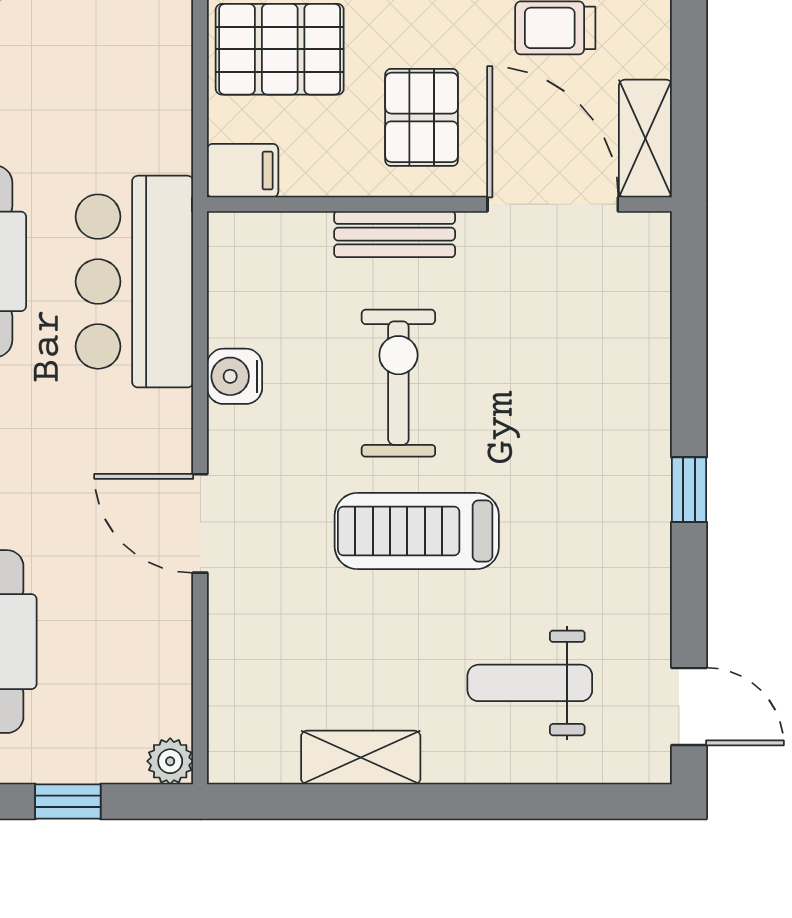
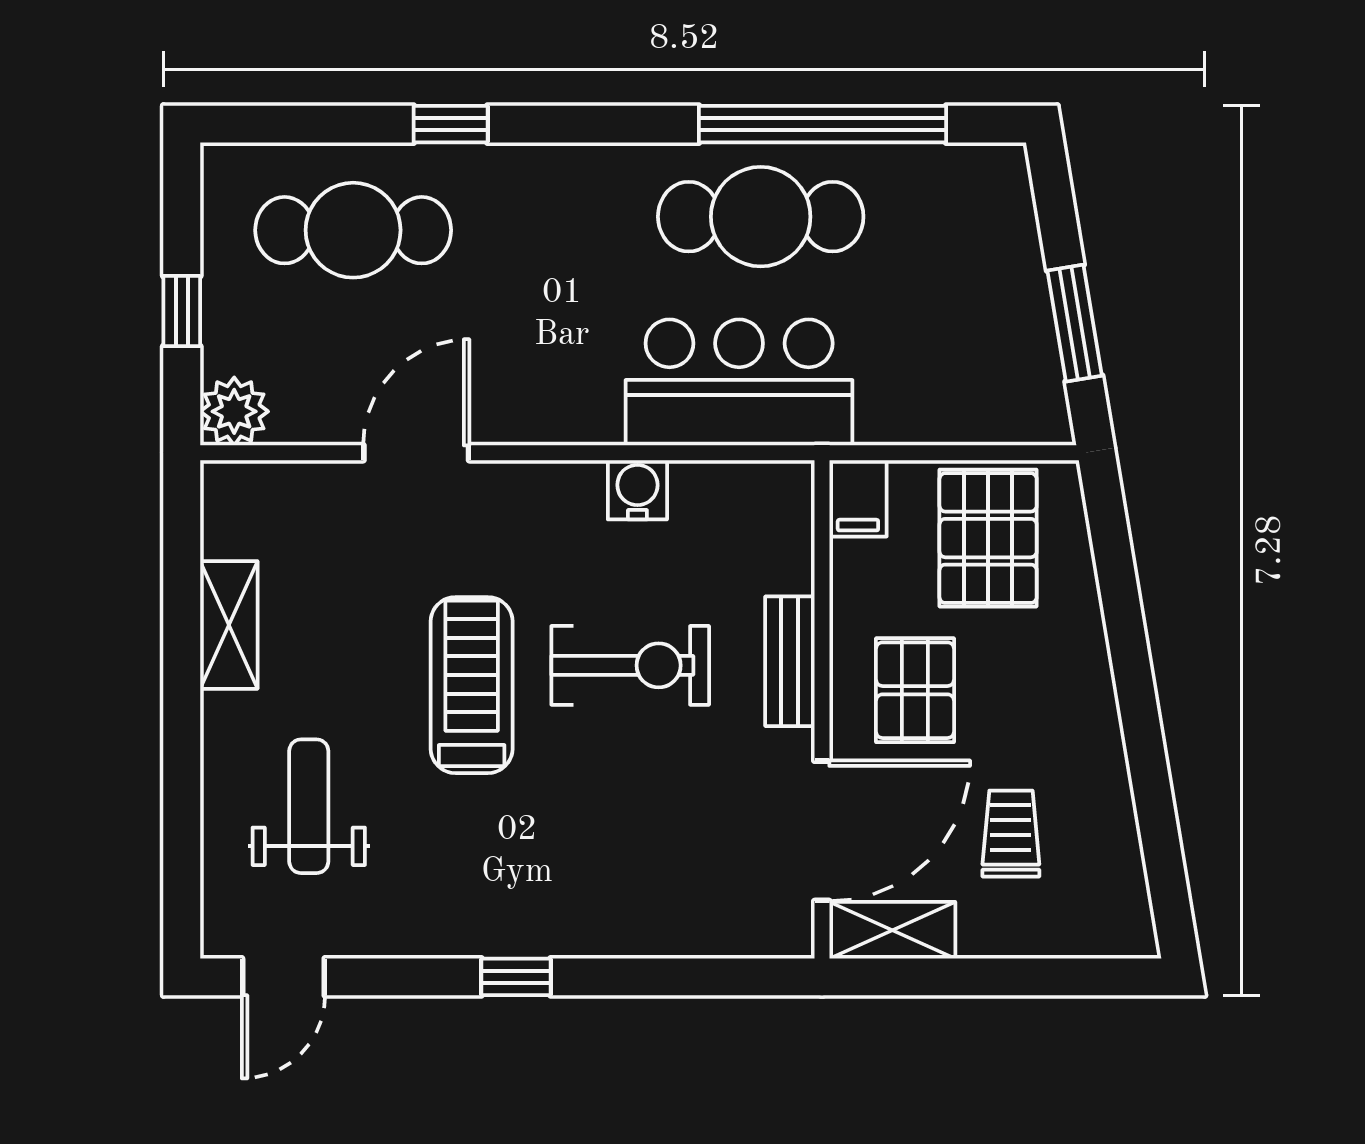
pallet: (422, 117) -> (915, 690), turned 90
door: (200, 523) -> (416, 453), moved
plant: (170, 761) -> (234, 411), width x1.38, depth x1.38

